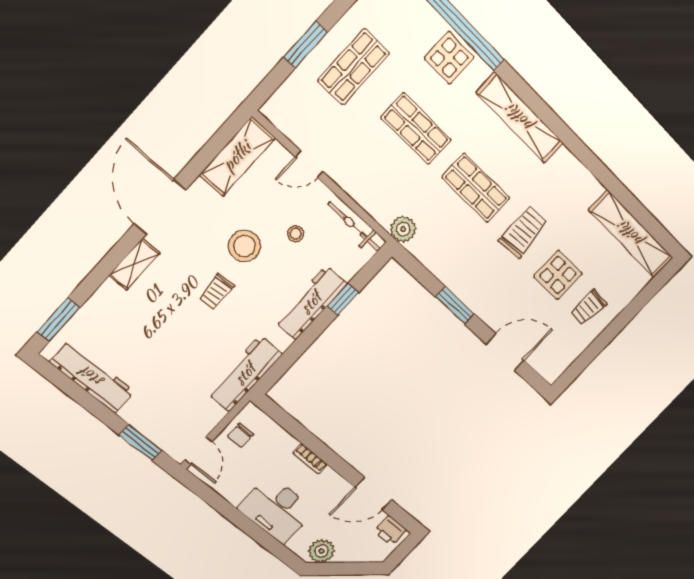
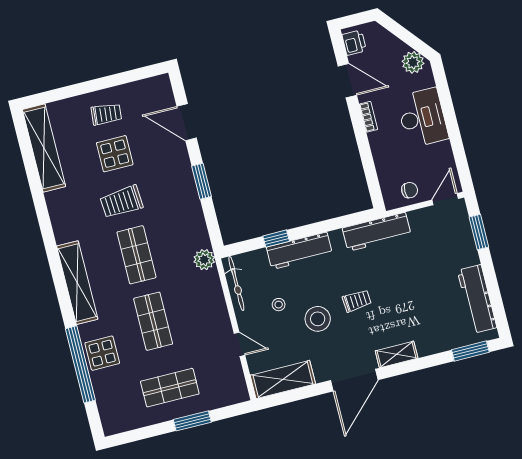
bookcase: (310, 459) -> (368, 117), moved

